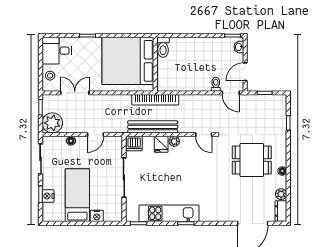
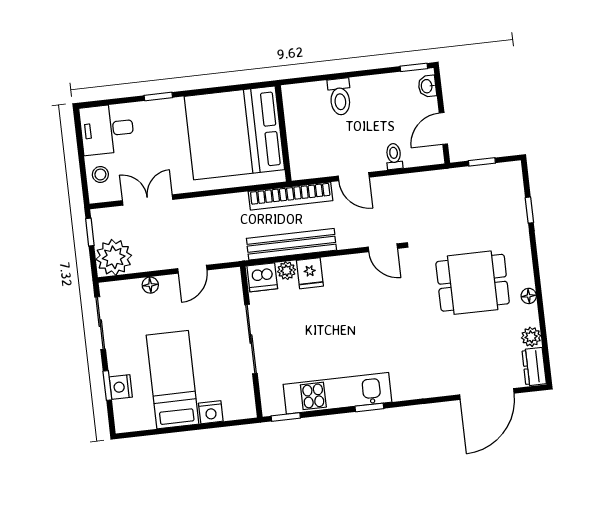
toilet: (163, 47) -> (340, 97), moved
door: (231, 93) -> (354, 177), moved
plant: (174, 141) -> (286, 271), moved

